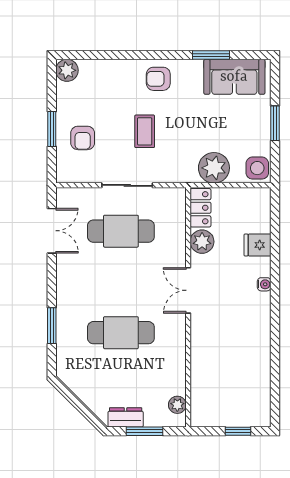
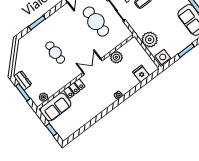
locker: (200, 208) -> (74, 88), moved
fridge: (258, 245) -> (141, 74), moved
cafe table: (121, 333) -> (55, 53), width x0.73, depth x0.74
sofa: (207, 397) -> (56, 107), added

